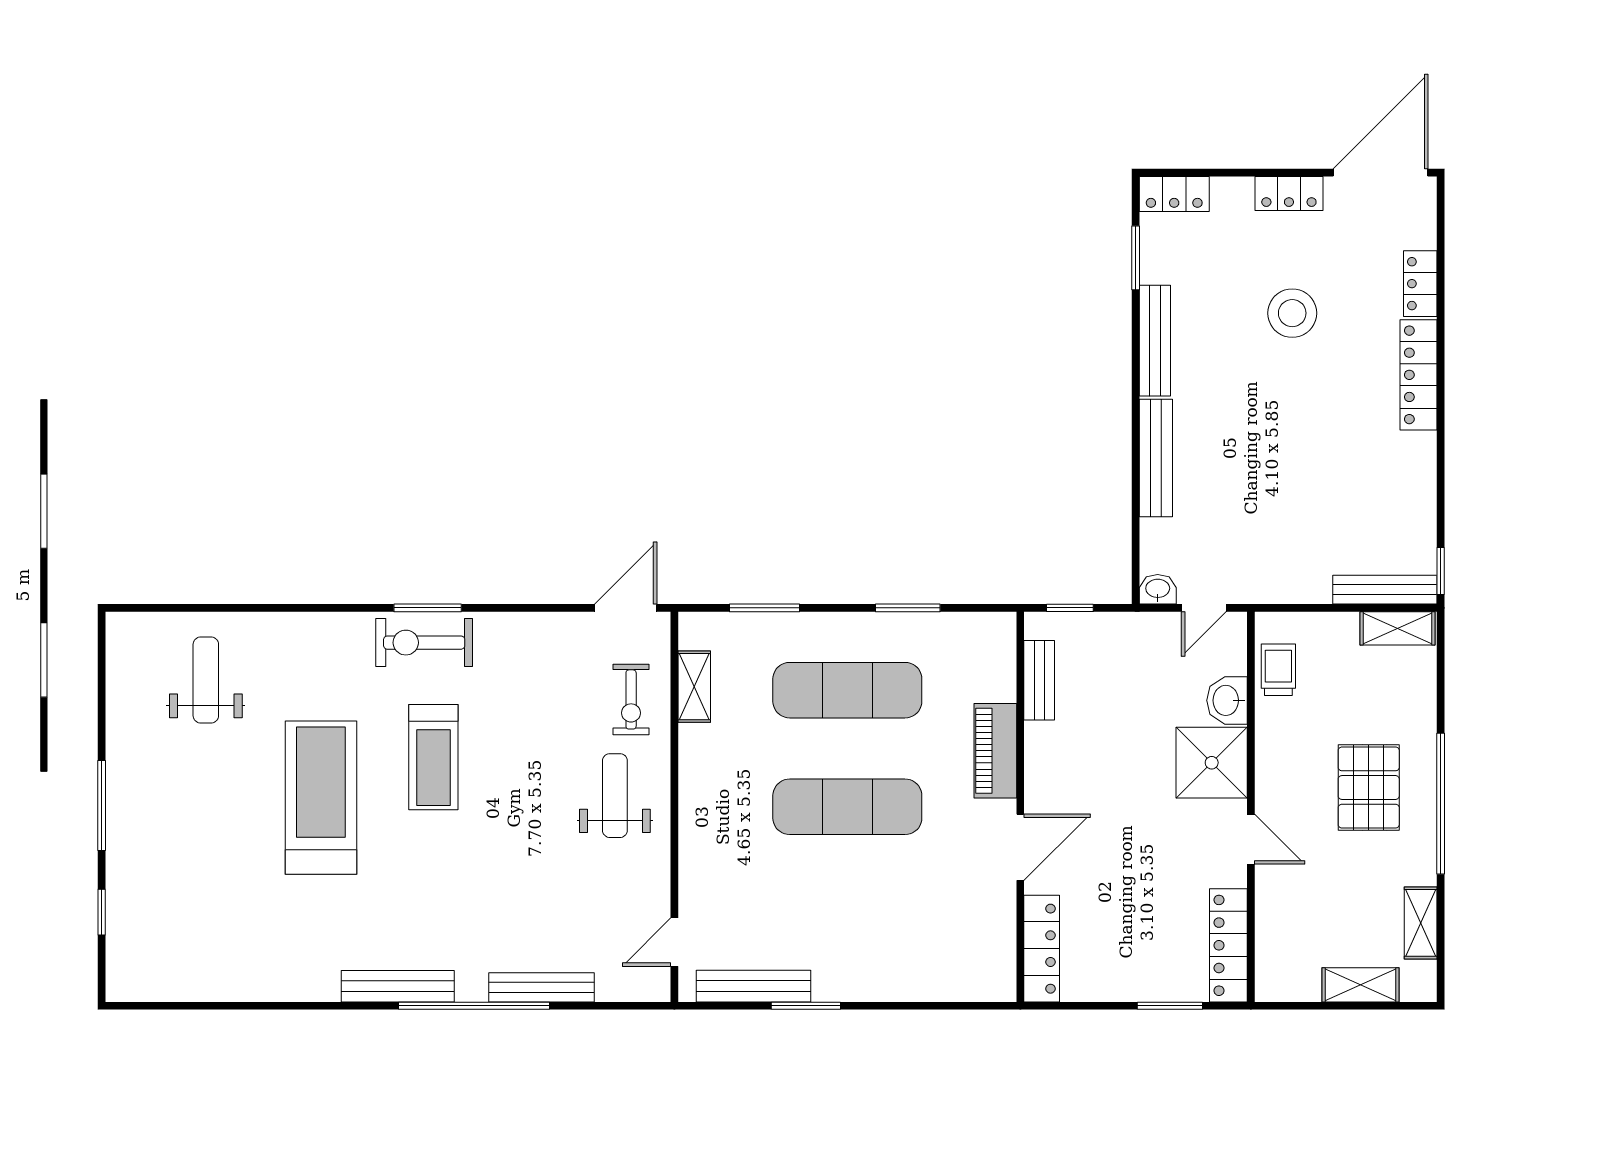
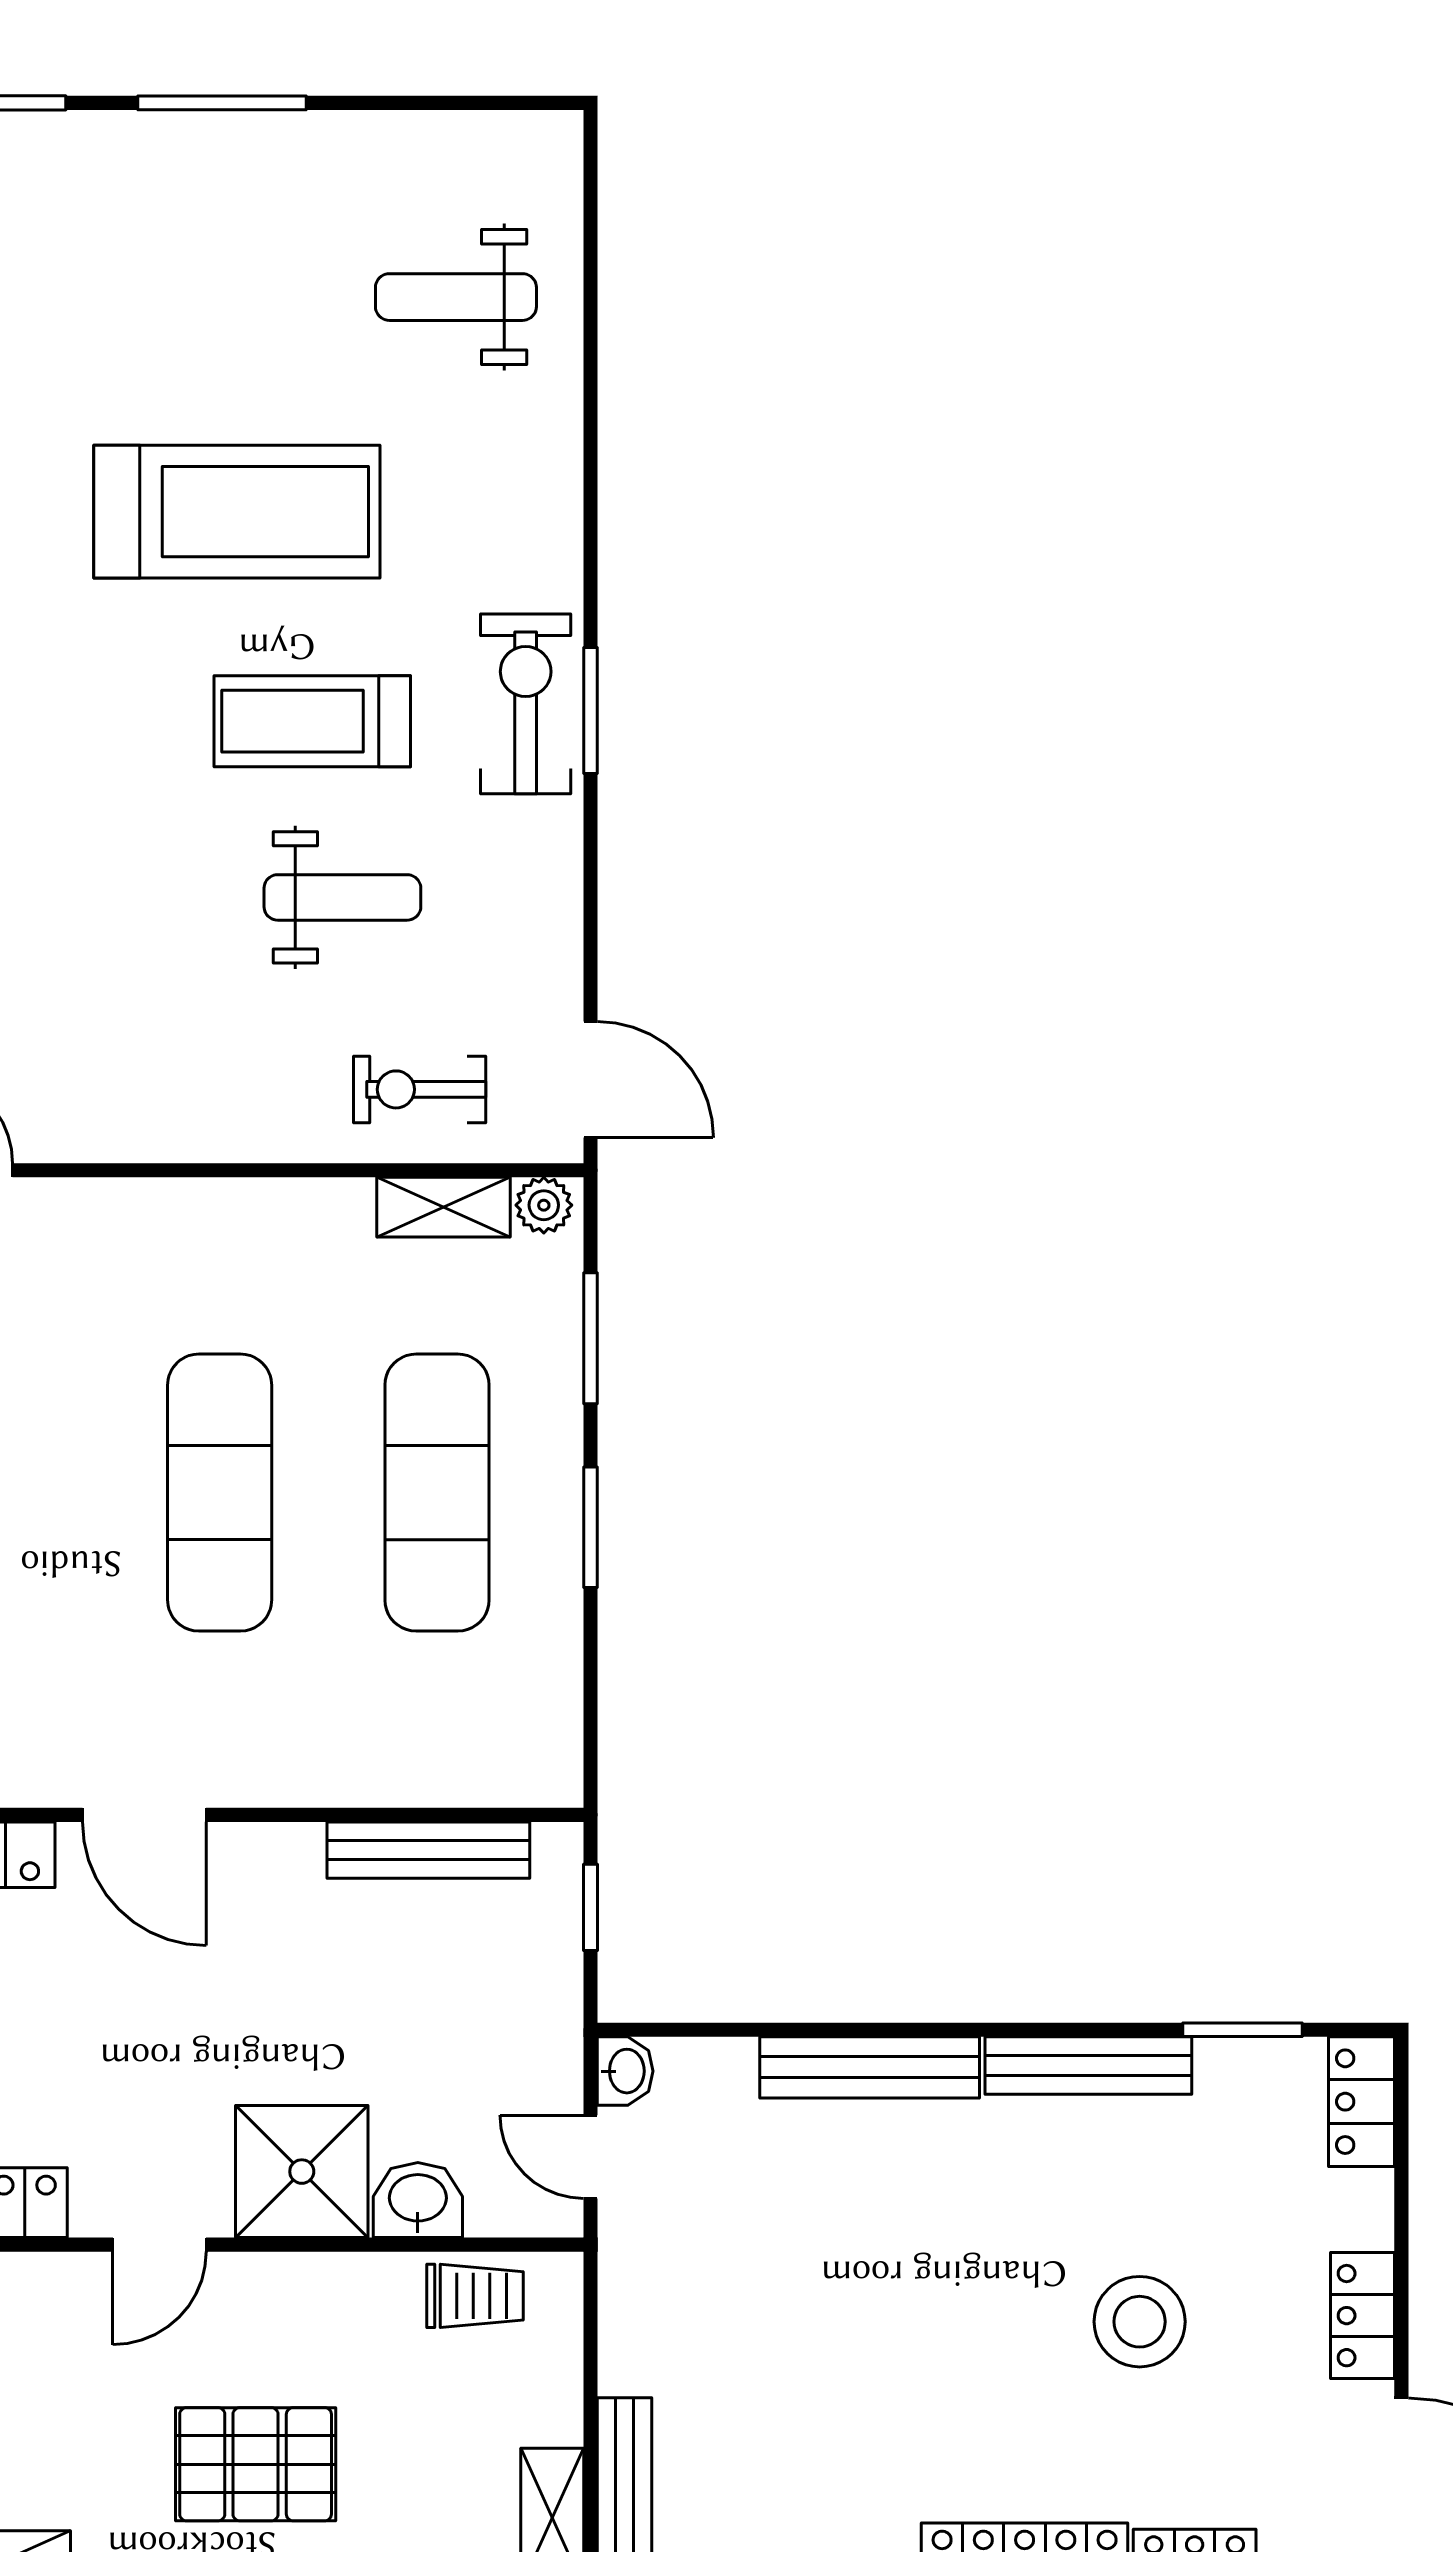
window: (908, 608) -> (590, 1527), moved
plant: (693, 633) -> (544, 1205), added
weight bench: (206, 680) -> (456, 297), turned 180
bench: (1039, 680) -> (428, 1850), width x1.36
piano: (995, 751) -> (324, 1768), removed
weight bench: (615, 796) -> (342, 897), moved

